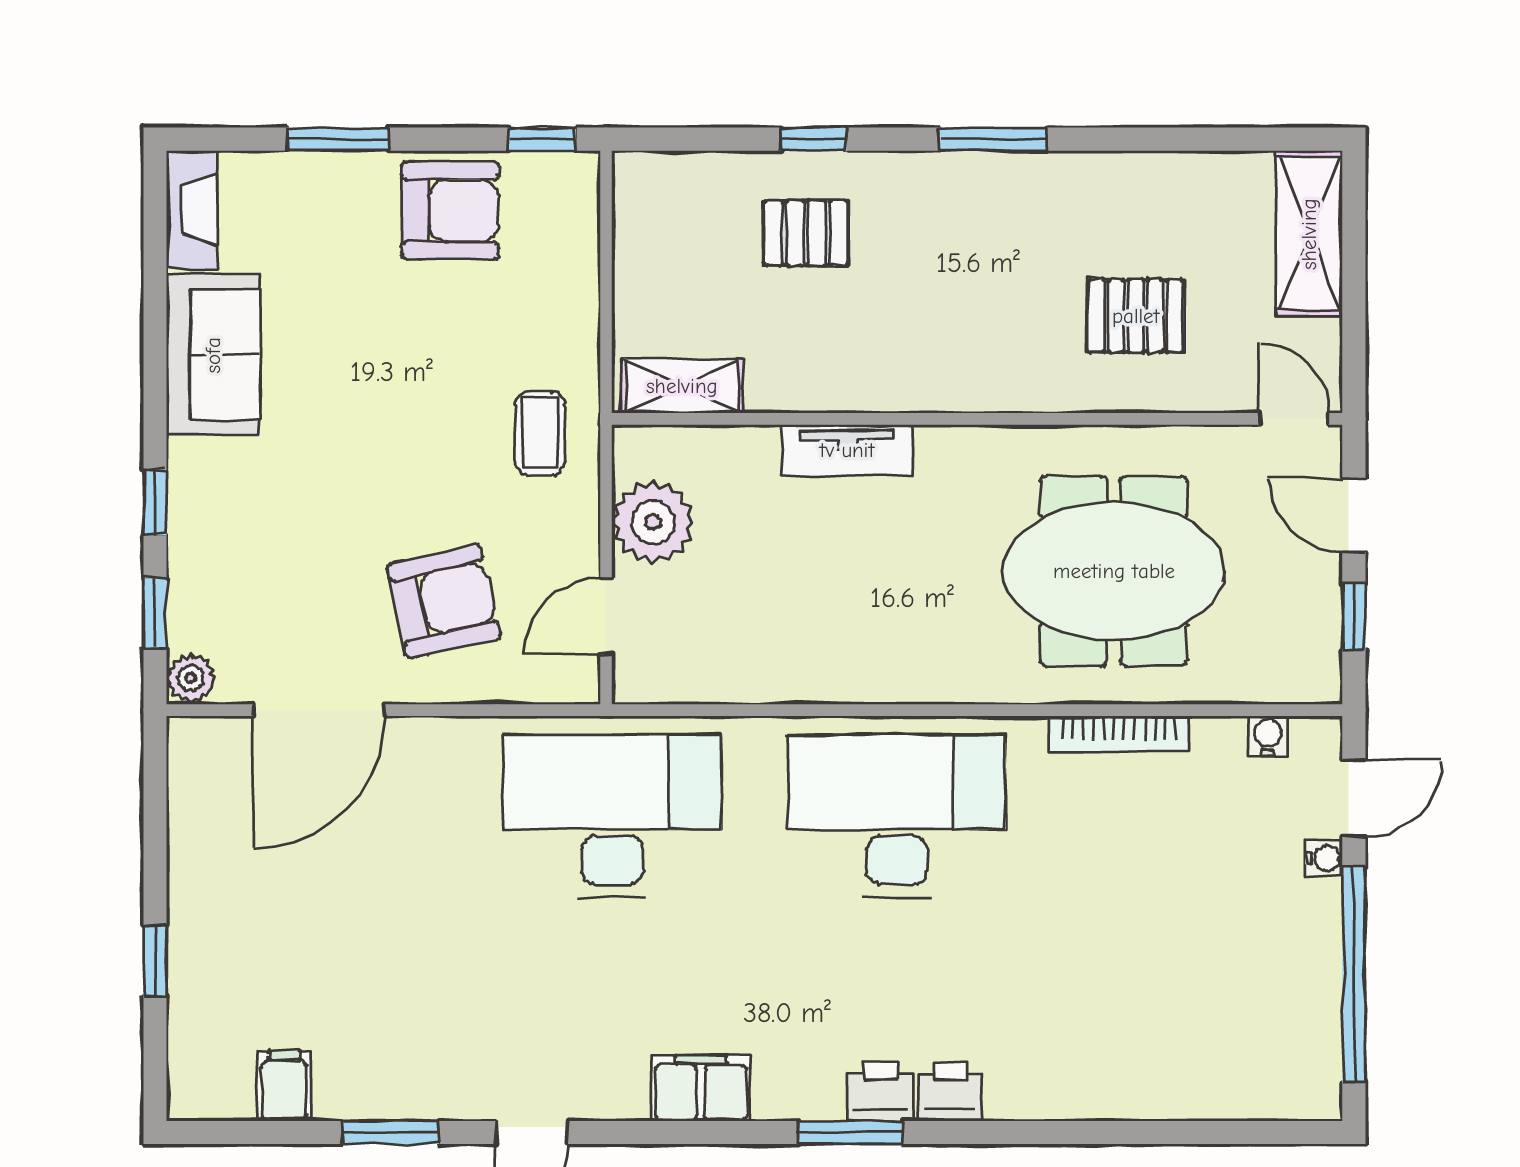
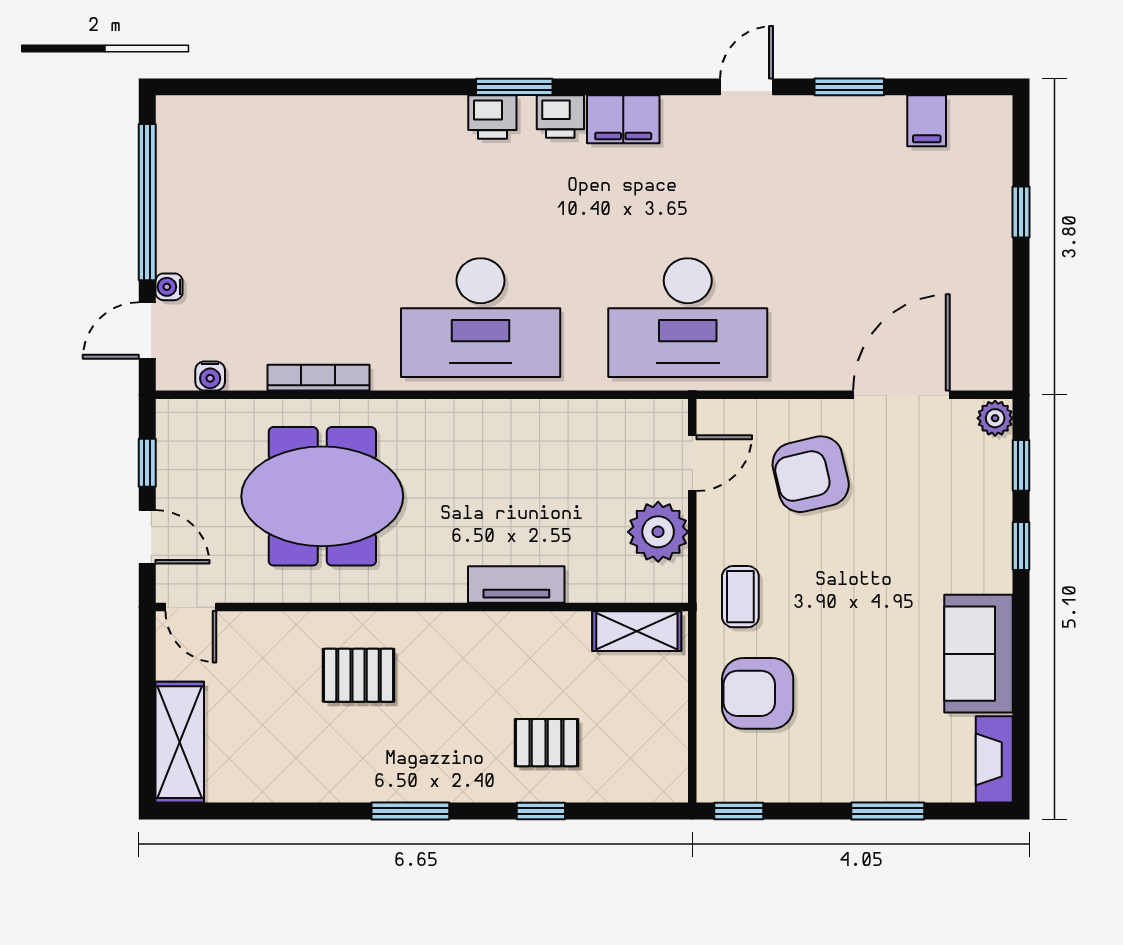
armchair: (450, 211) -> (758, 693), moved
pallet: (1136, 316) -> (359, 675), moved
printer: (950, 1092) -> (560, 117), moved

